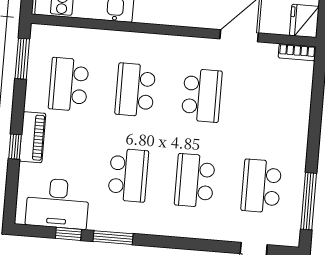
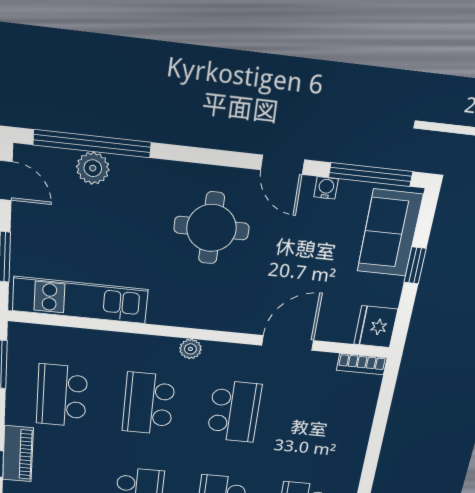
plant: (166, 43) -> (190, 349), added

